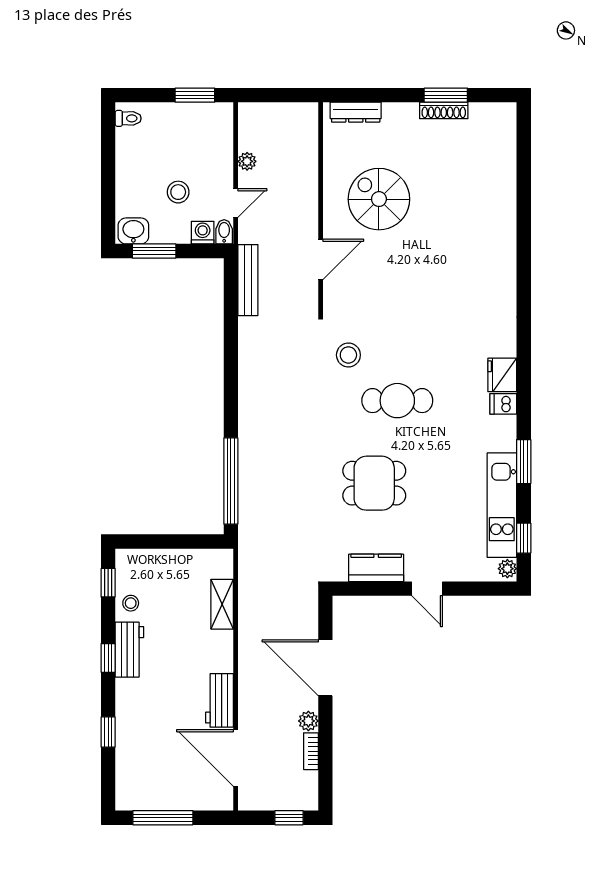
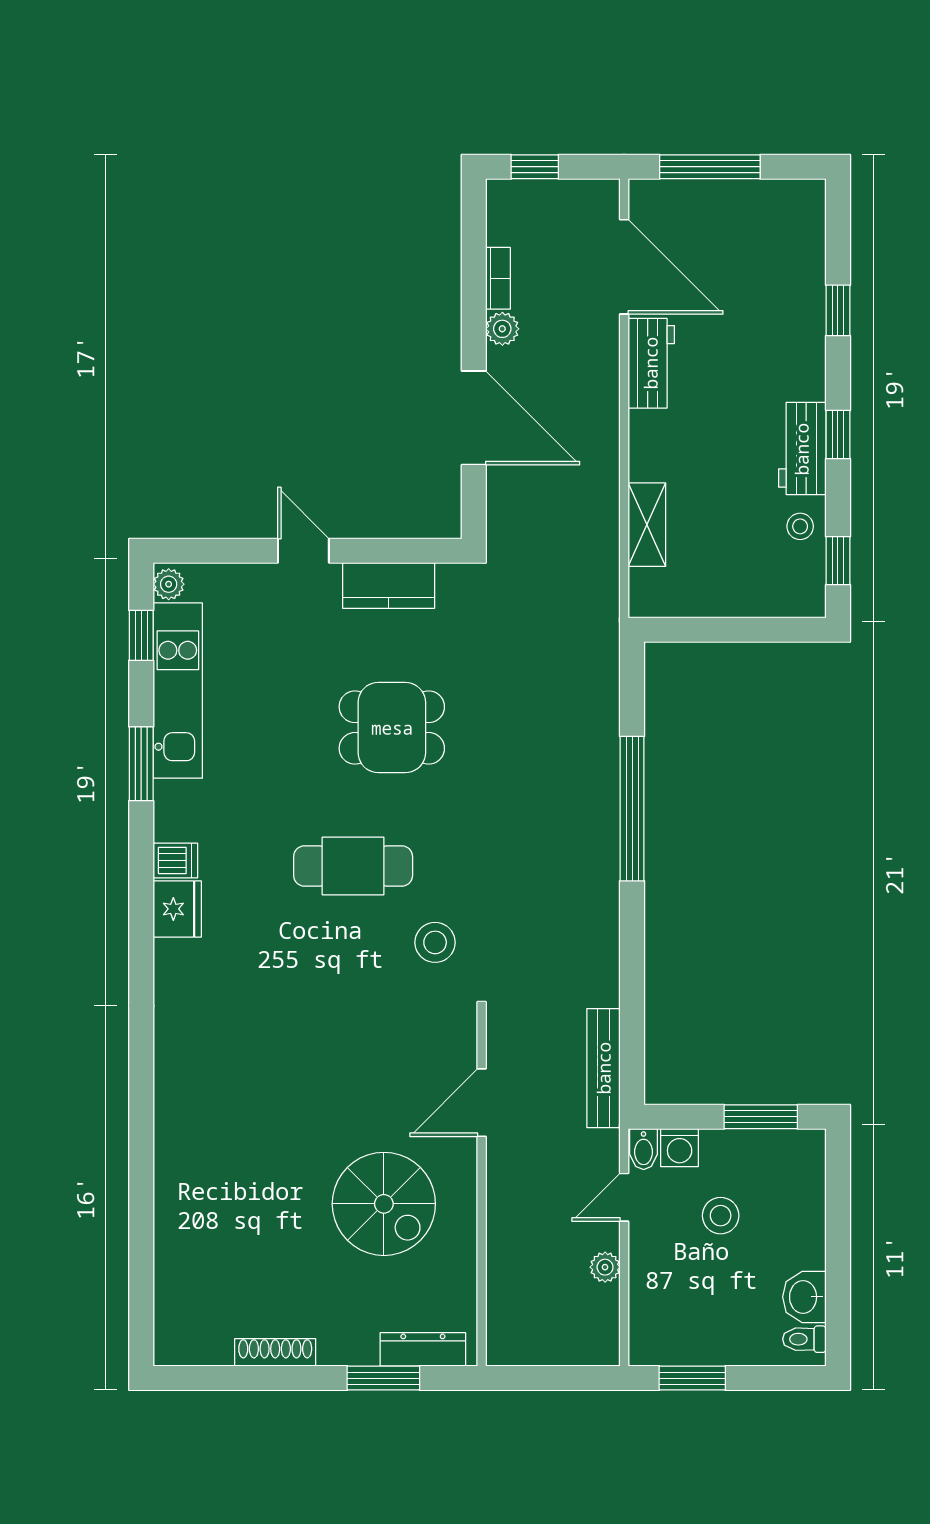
window: (446, 95) -> (383, 1378), moved
washbasin: (133, 231) -> (804, 1297), moved, turned 90
window: (231, 481) -> (632, 809), moved
window: (163, 818) -> (710, 167), moved

